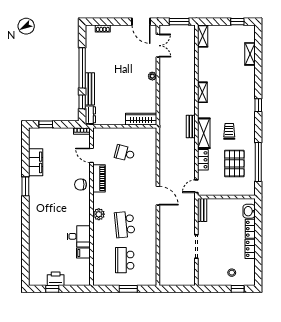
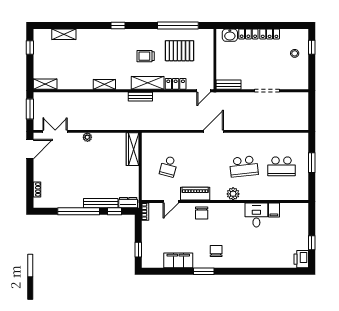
door: (196, 186) -> (204, 91), hinge flipped
chair: (45, 198) -> (216, 251), added
printer: (56, 279) -> (301, 259), moved

